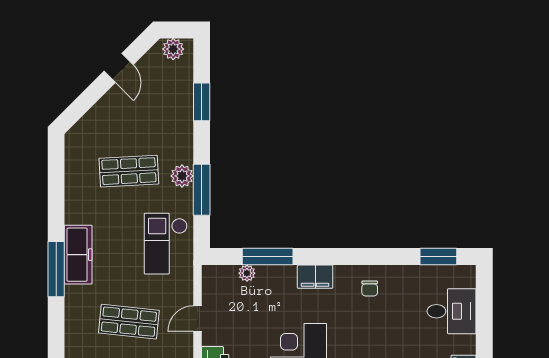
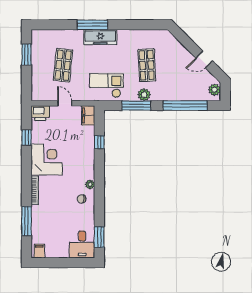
window: (202, 102) -> (185, 106), width x2.11
window: (268, 257) -> (99, 142), width x0.46
plant: (247, 273) -> (90, 184), moved
filing cabinet: (315, 277) -> (88, 115), moved
desk: (452, 311) -> (82, 244), moved

